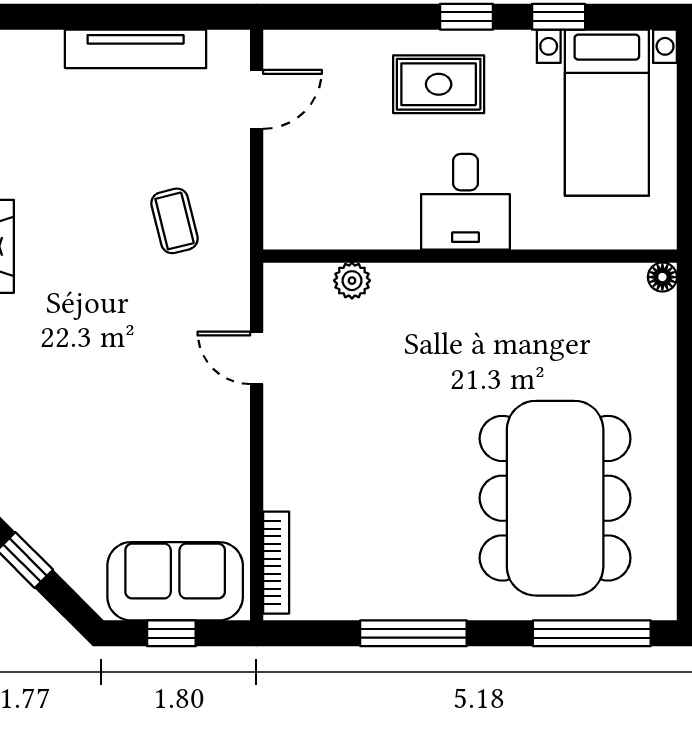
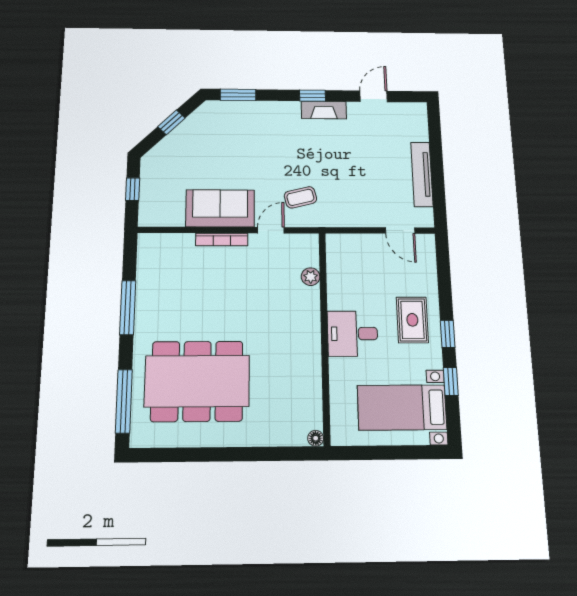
coffee table: (175, 221) -> (300, 197), moved
bookcase: (276, 563) -> (222, 239), moved
sofa: (175, 581) -> (220, 208), moved, turned -90

